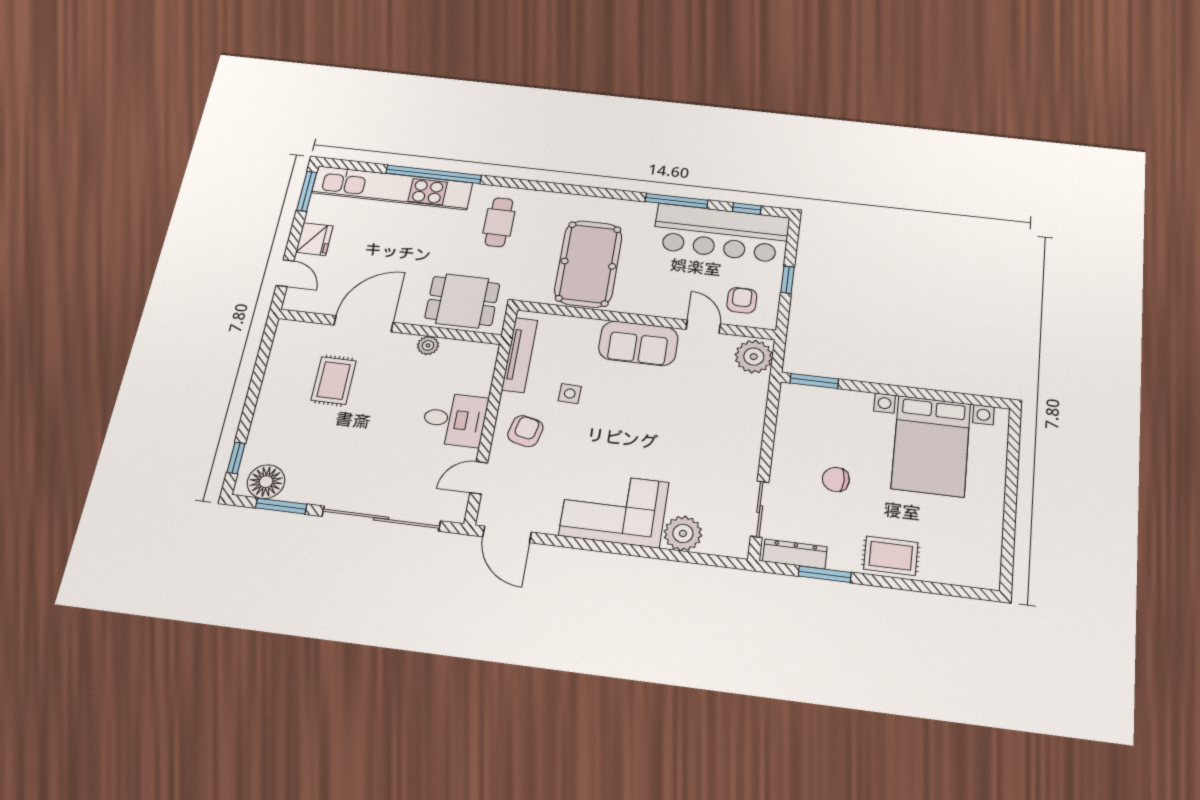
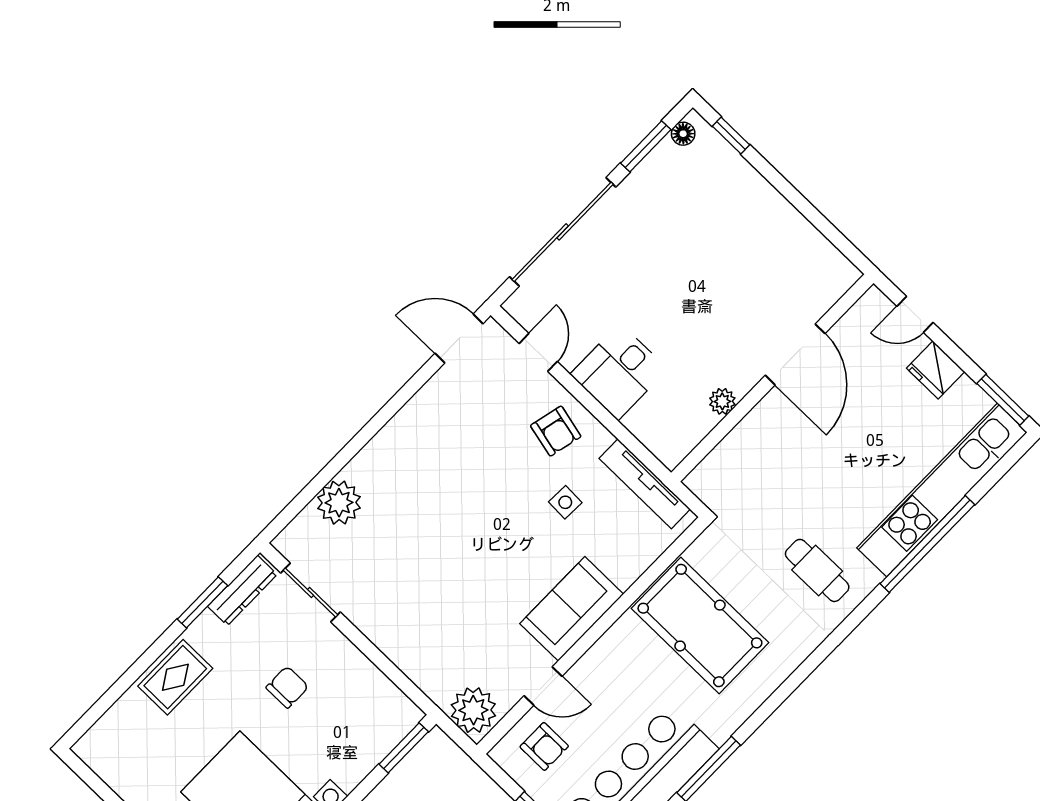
dining table: (462, 301) -> (749, 470), removed
rug: (334, 380) -> (750, 283), removed
floor lamp: (266, 482) -> (683, 134), width x0.53, depth x0.53
corner sofa: (614, 509) -> (411, 457), removed

